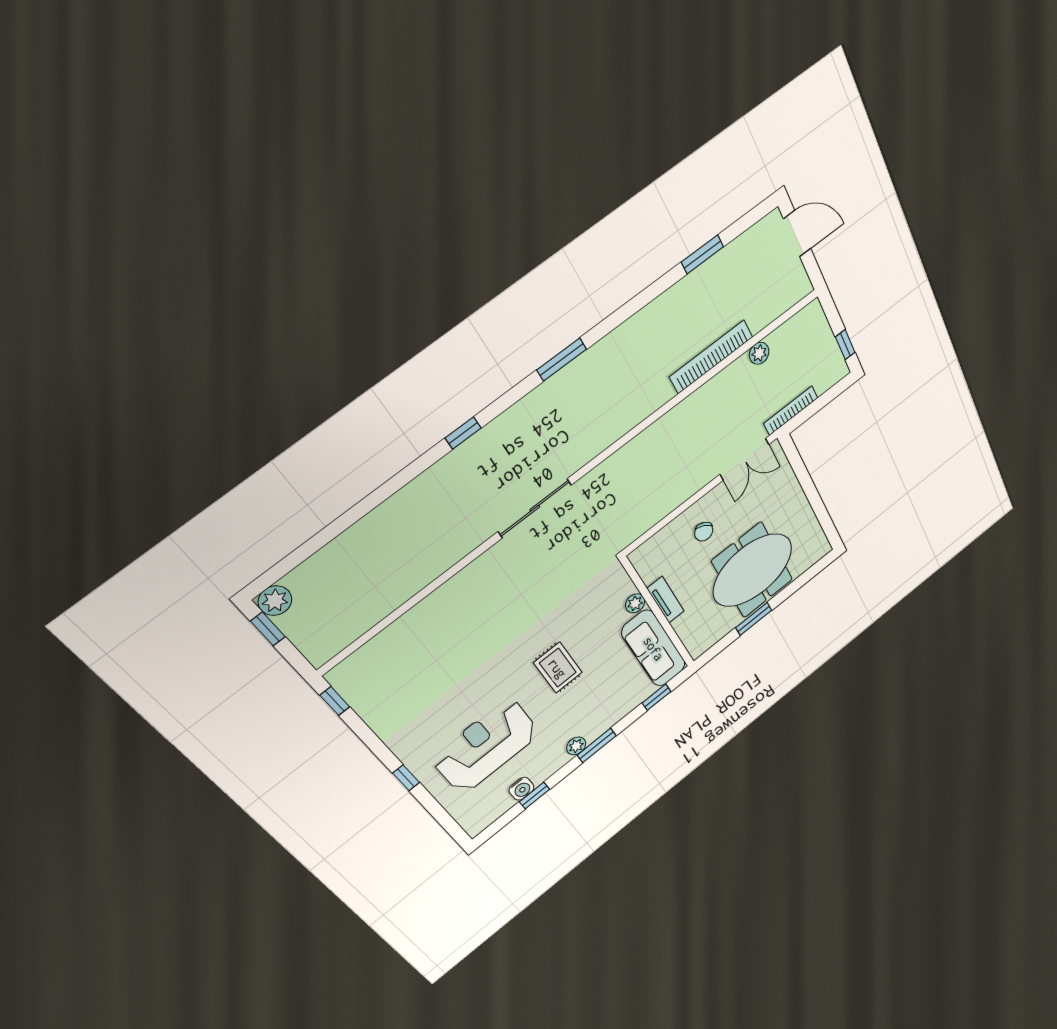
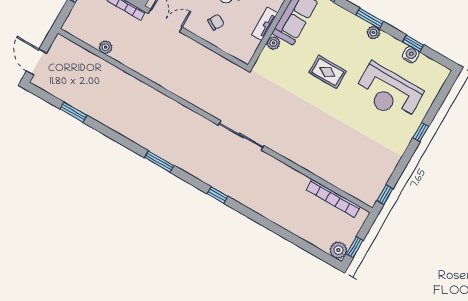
bookcase: (711, 357) -> (333, 198), moved
rug: (558, 668) -> (328, 72), turned 90

